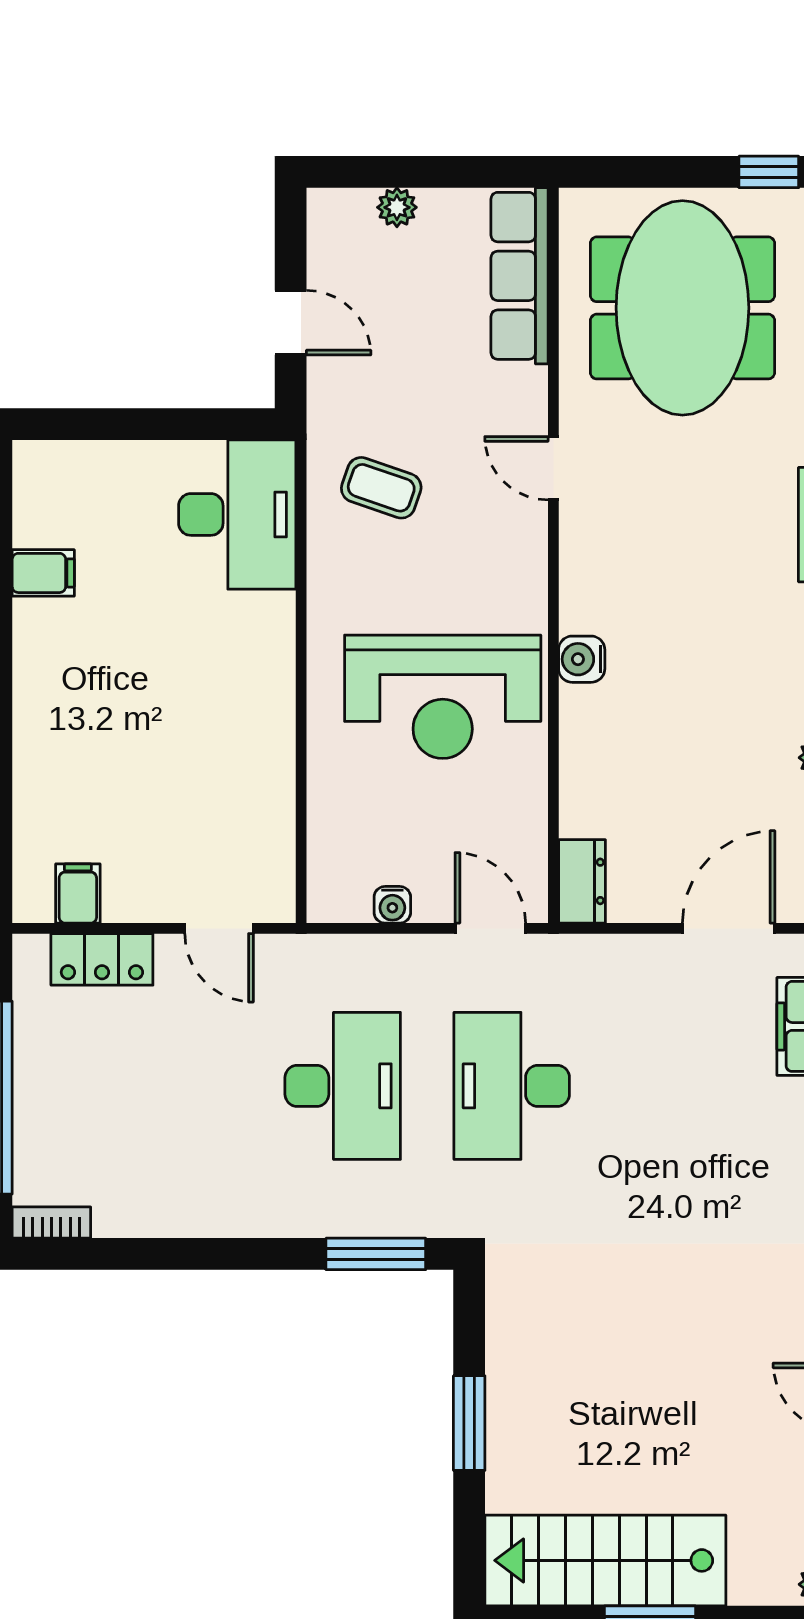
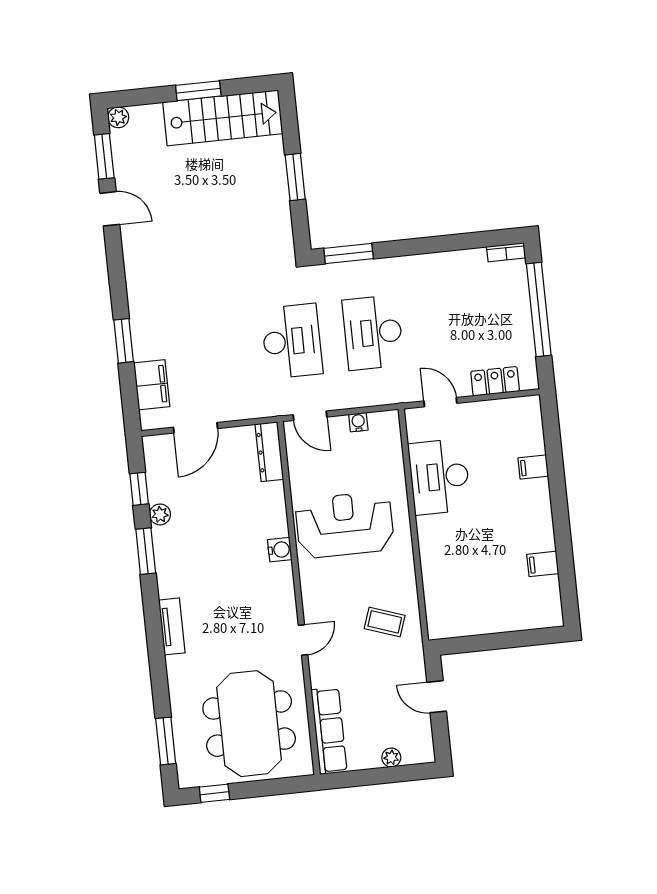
door: (553, 468) -> (303, 640), hinge flipped
desk: (237, 514) -> (439, 477), moved
dresser: (582, 881) -> (269, 452), width x1.44
filing cabinet: (78, 893) -> (533, 467), moved, turned 90

